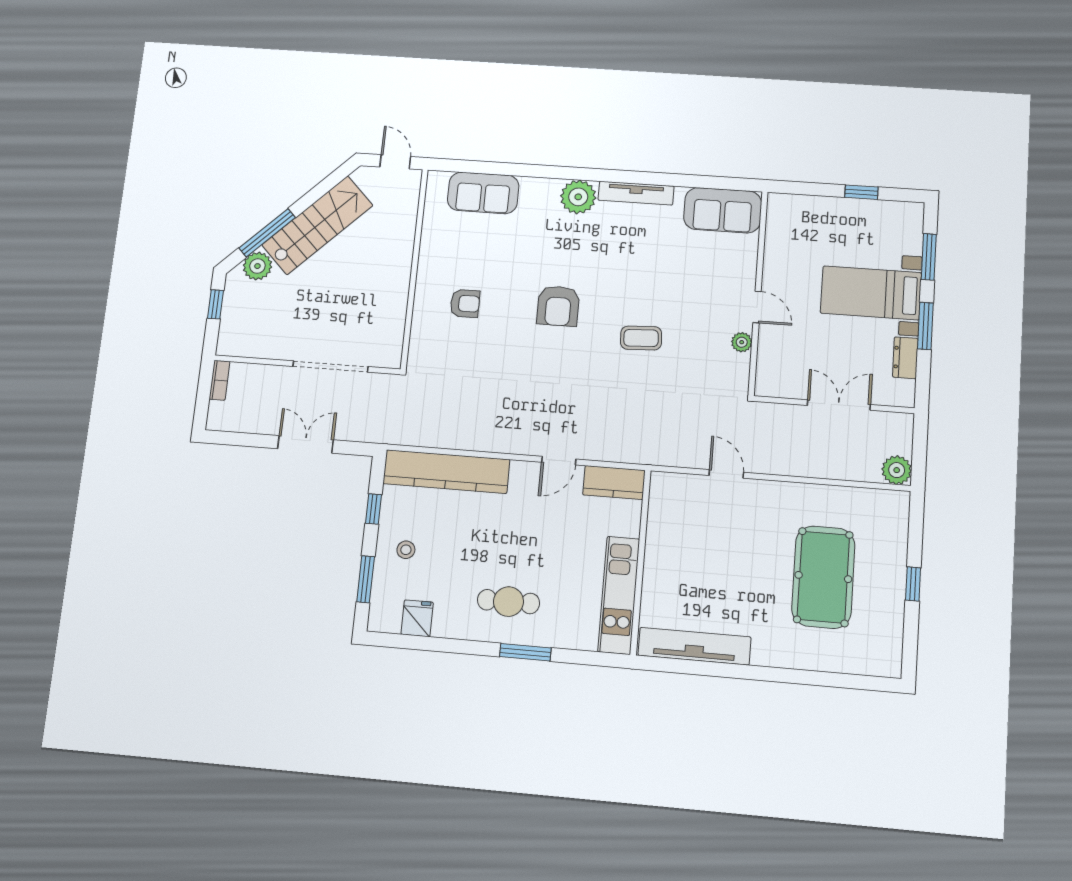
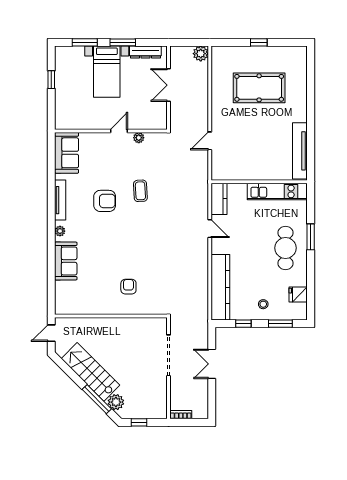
sofa: (483, 193) -> (66, 261), moved
plant: (578, 197) -> (60, 231), width x0.53, depth x0.53
armchair: (558, 306) -> (105, 201), moved
dresser: (905, 358) -> (145, 52), width x1.44
cafe table: (508, 602) -> (285, 248), width x1.37, depth x1.35

